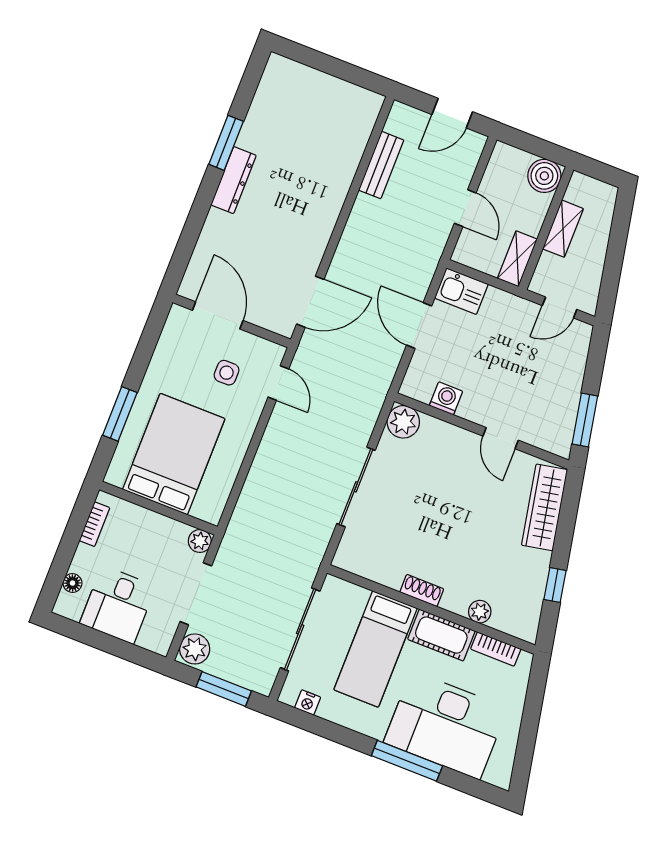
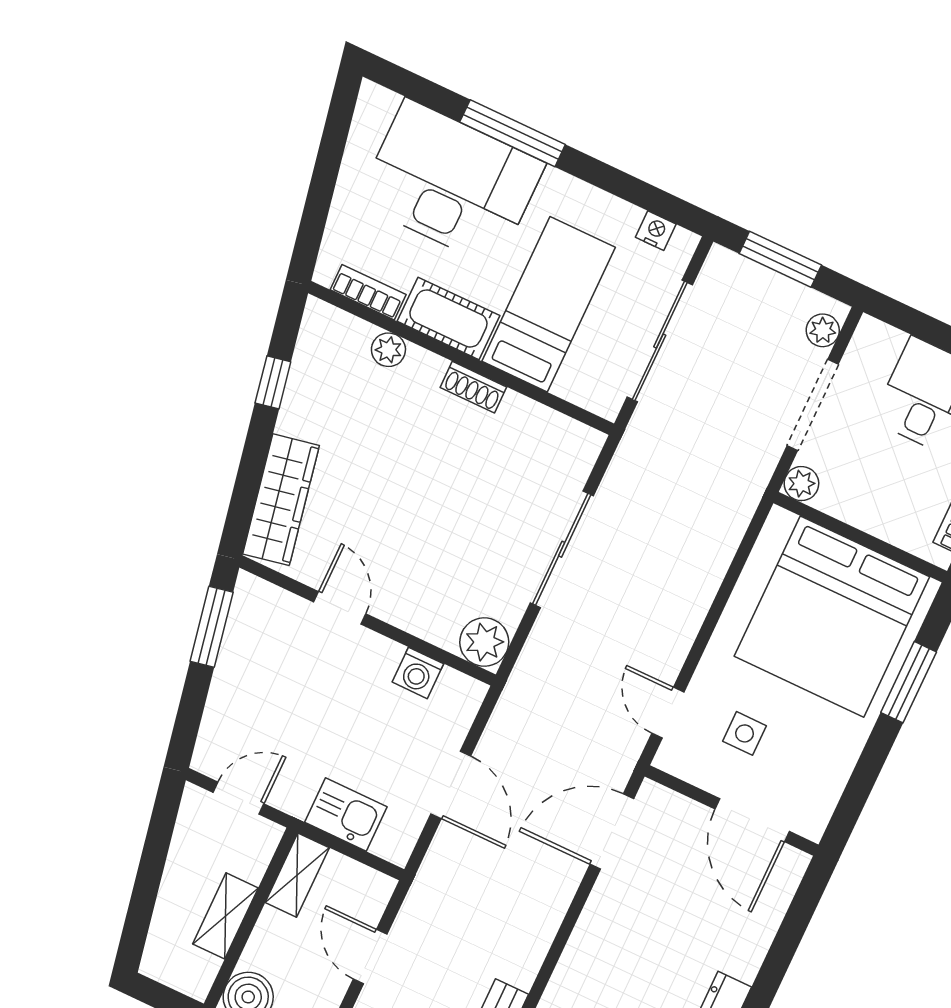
kitchen sink: (461, 291) -> (346, 814), moved
bed: (174, 454) -> (832, 617), width x1.36
plant: (195, 649) -> (823, 330), width x0.73, depth x0.73

